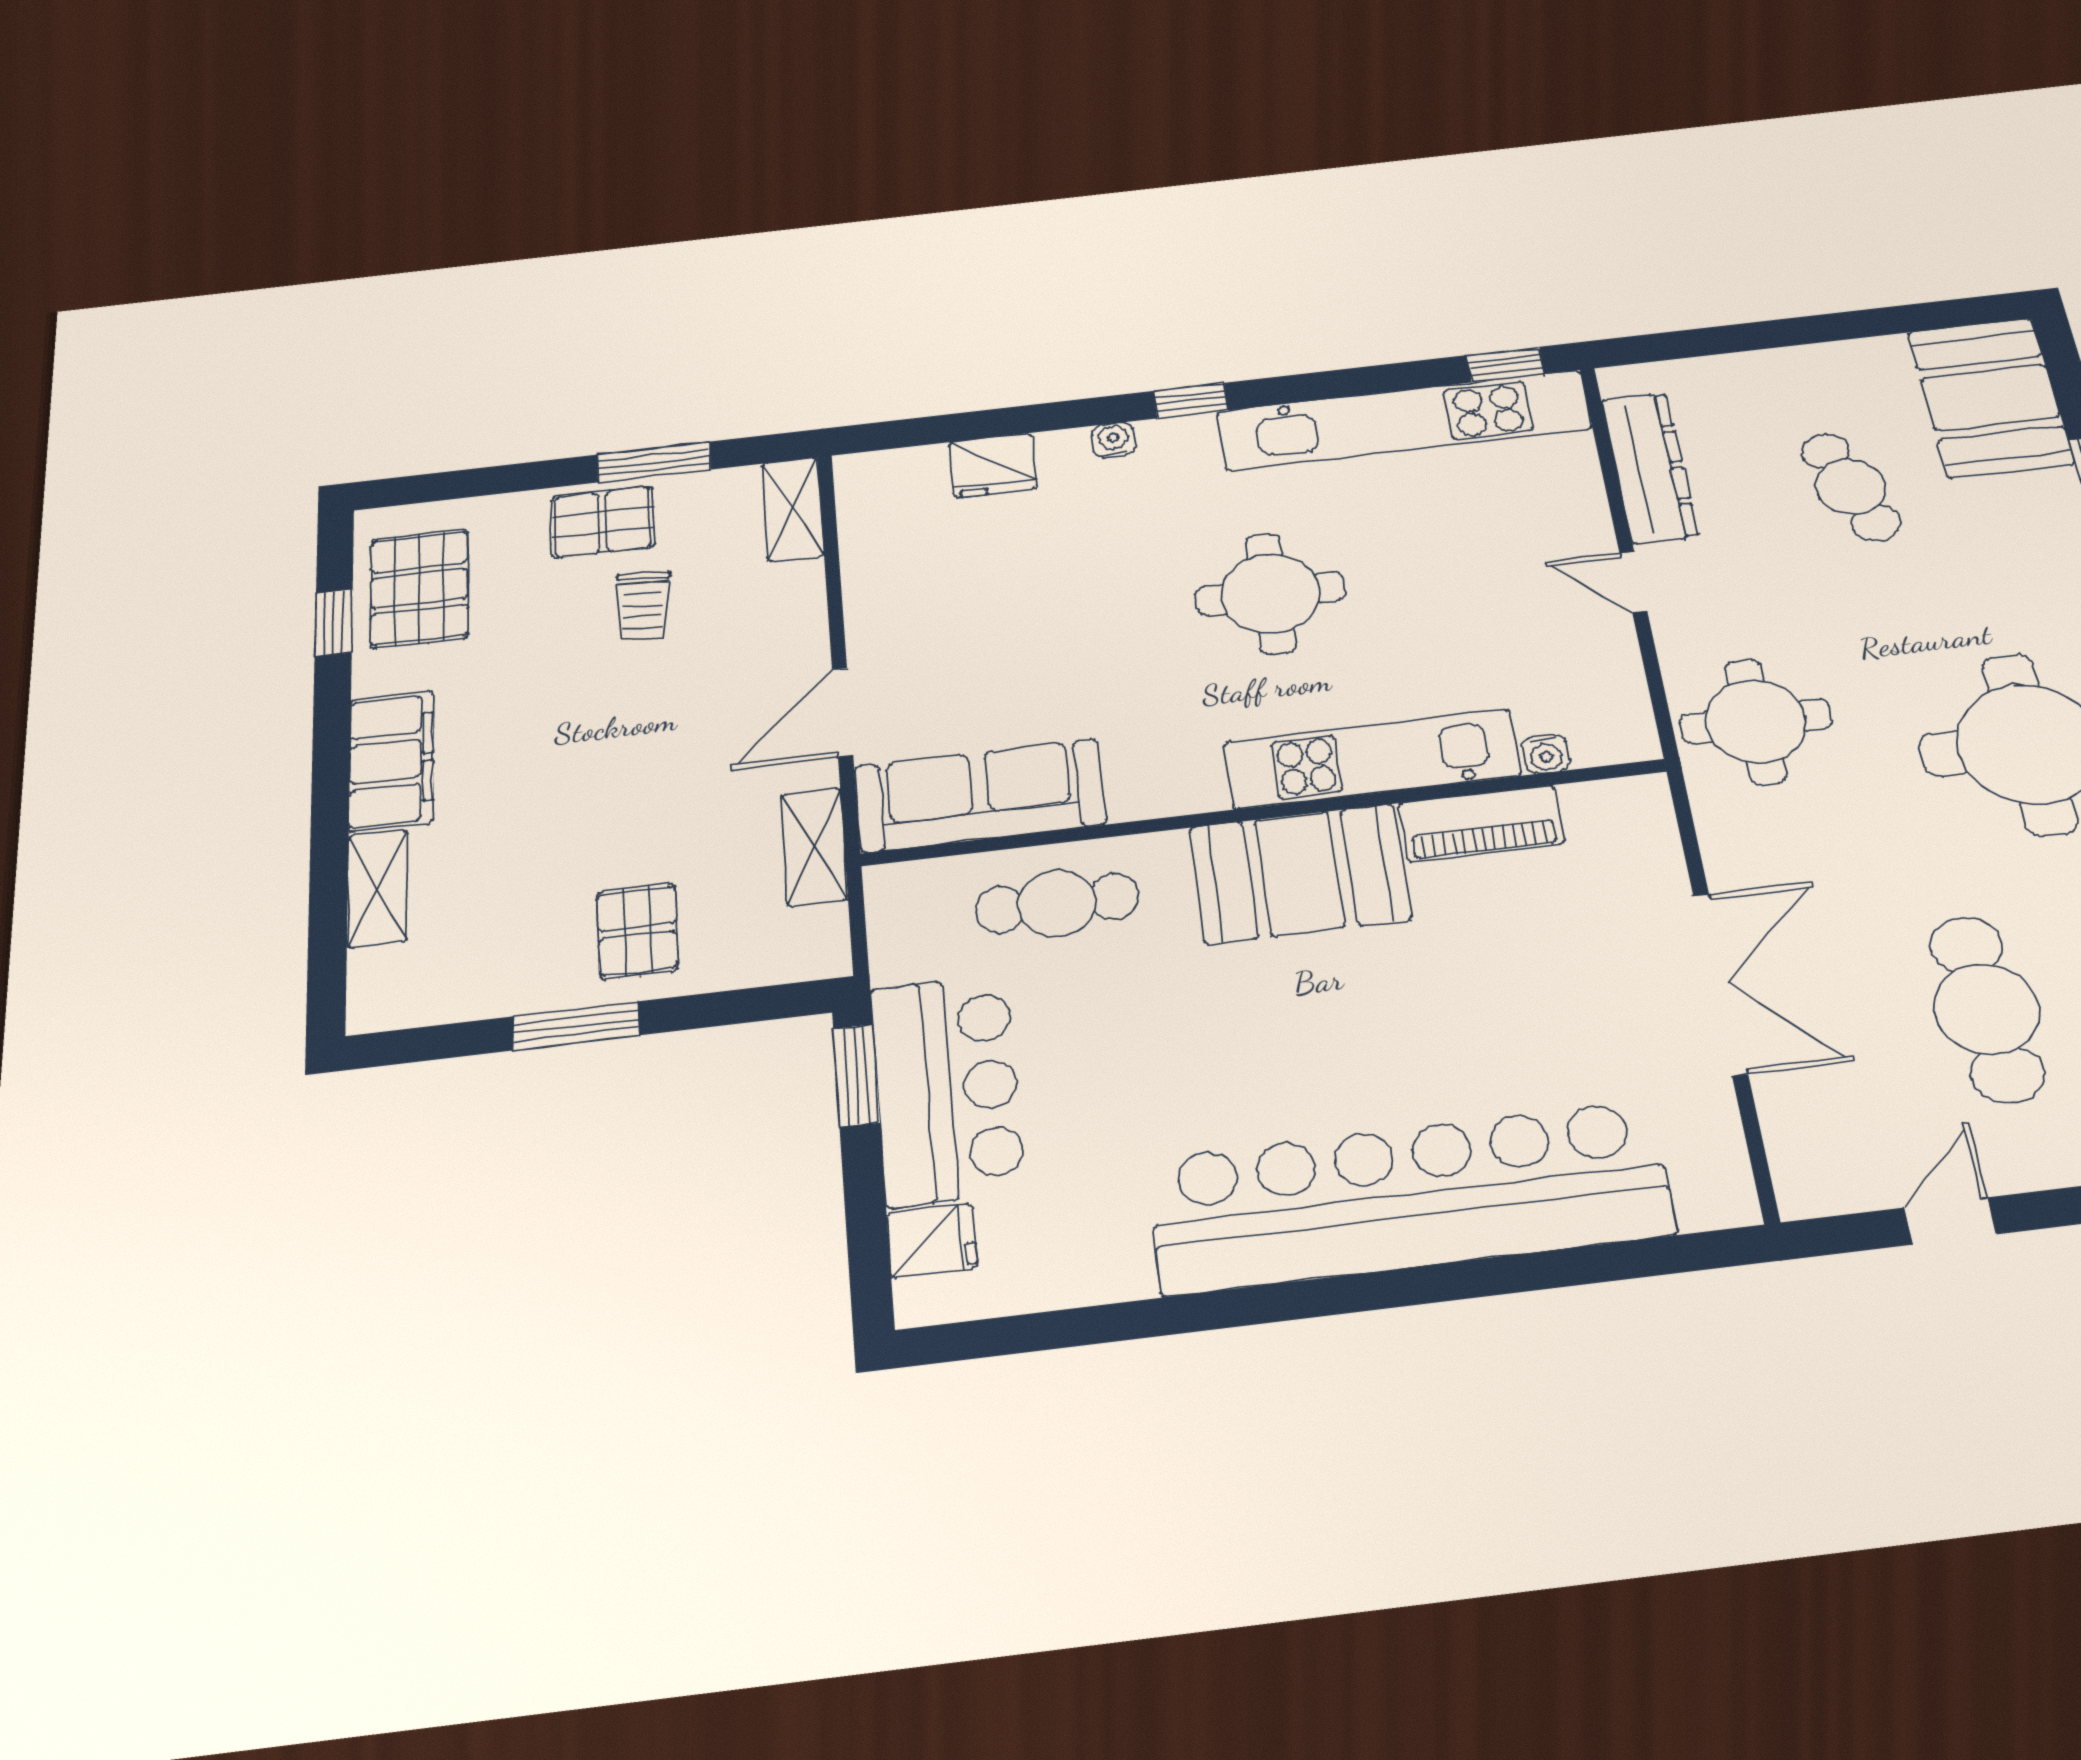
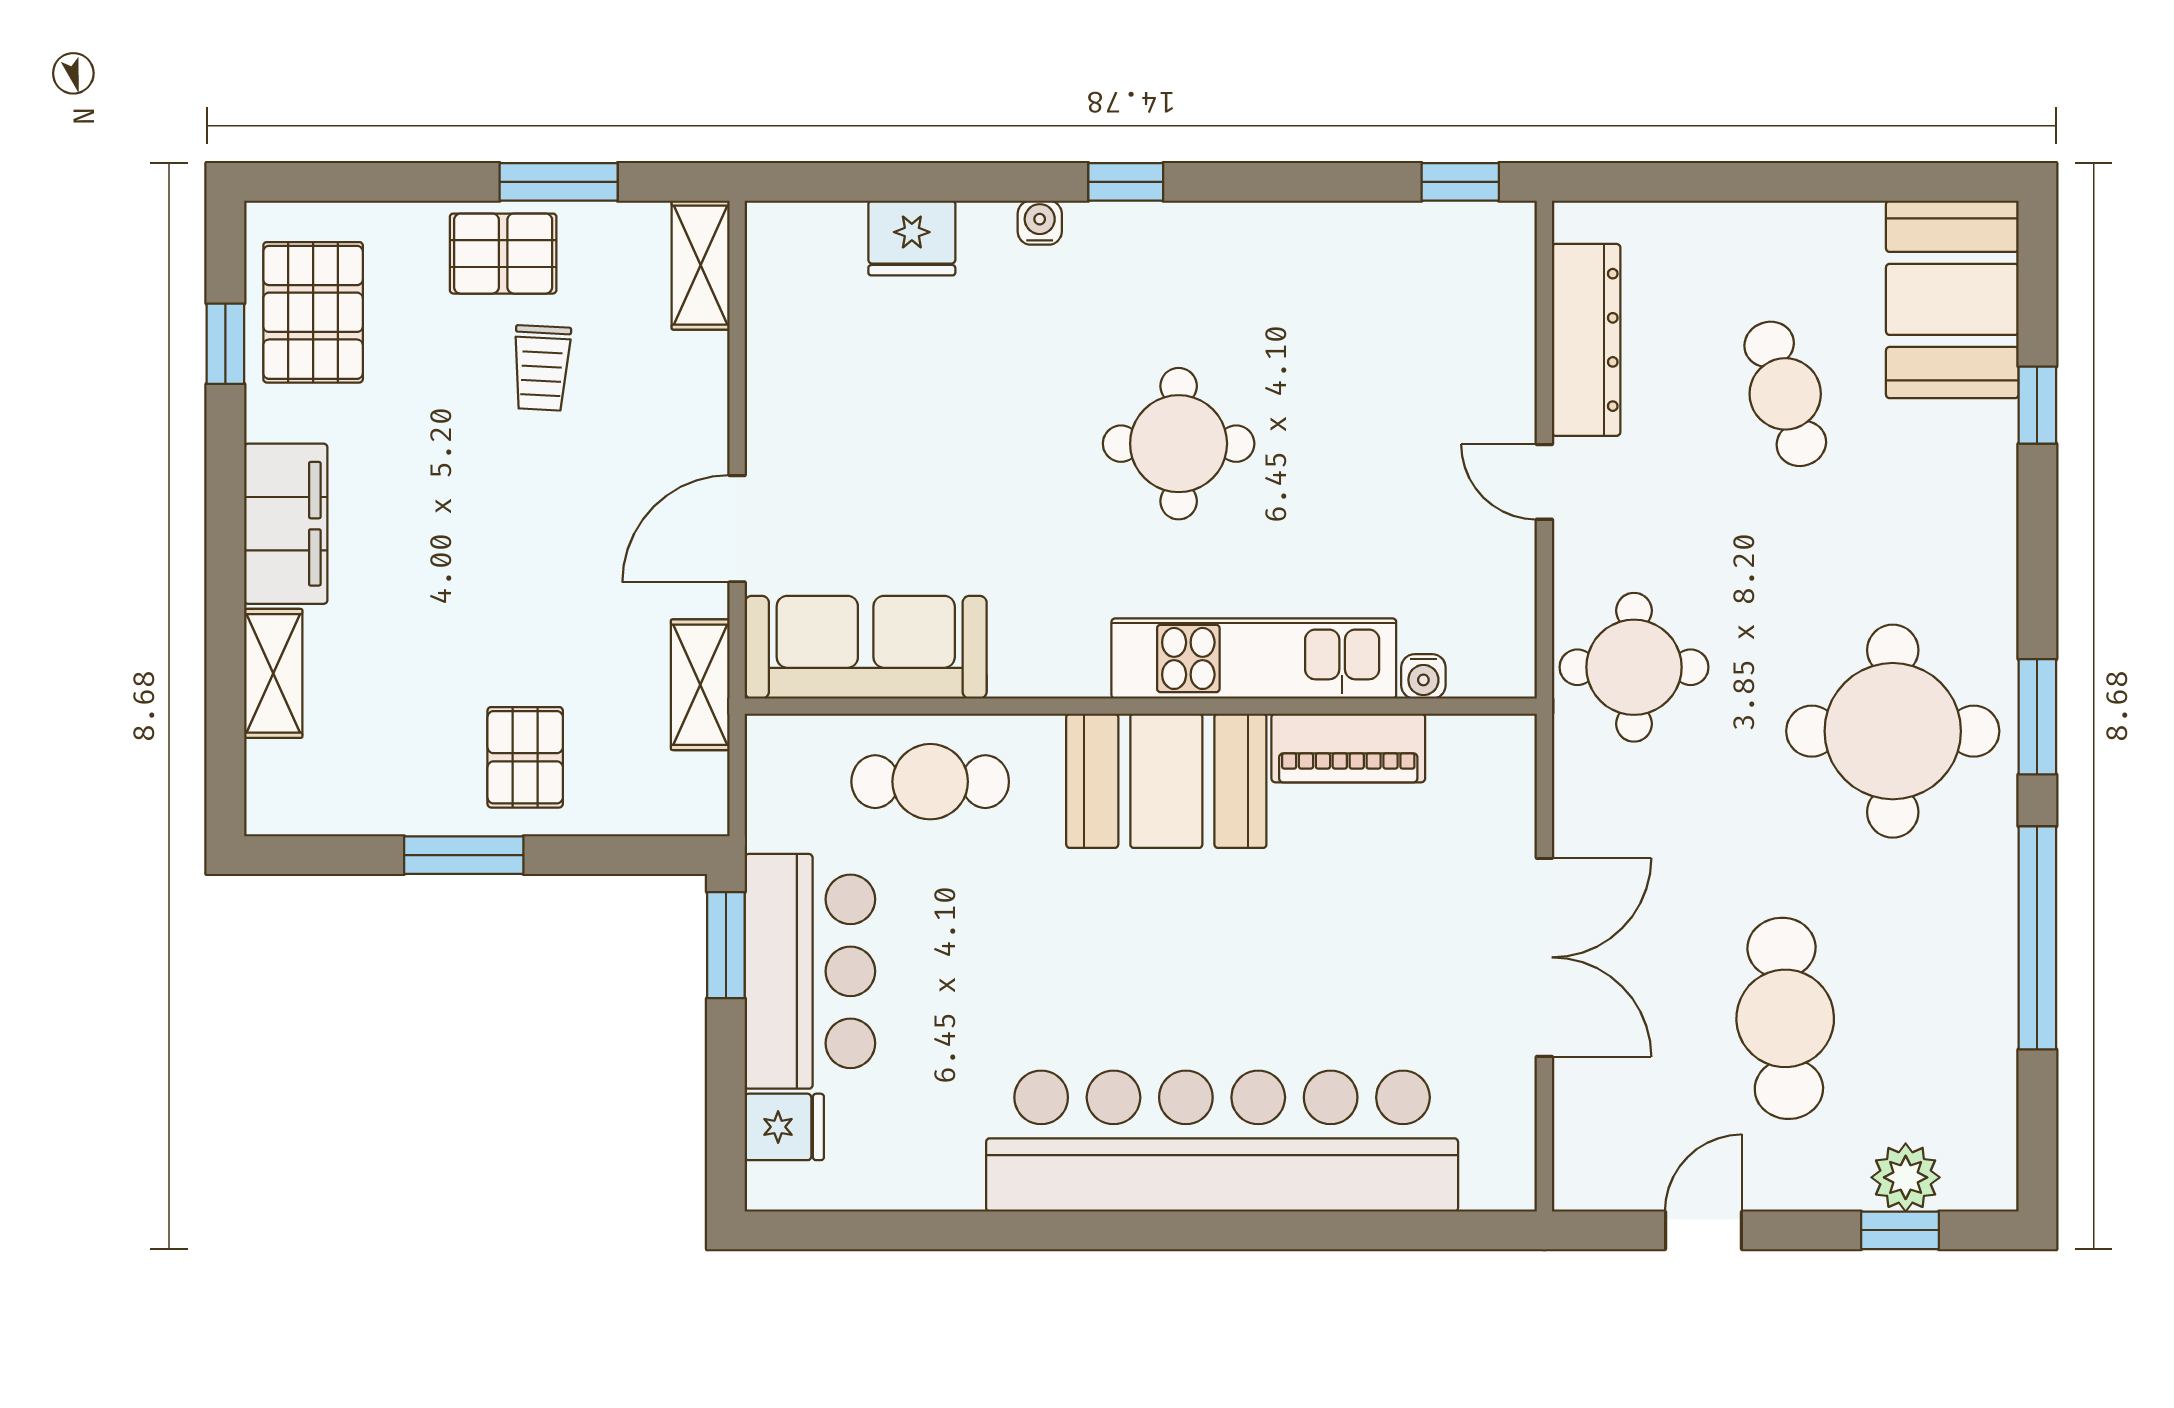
kitchen unit: (1404, 420) -> (1344, 240), removed

